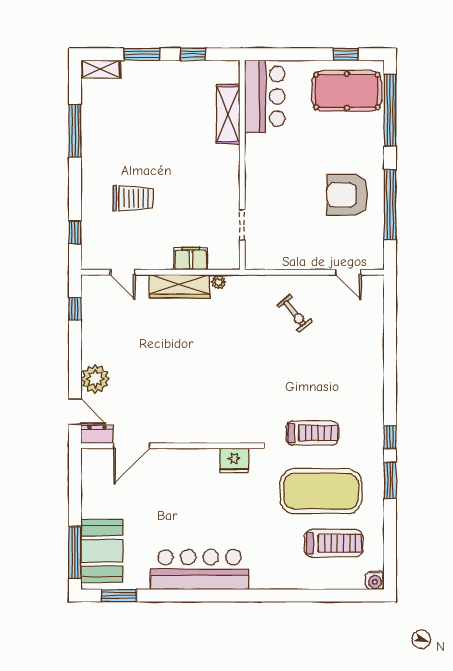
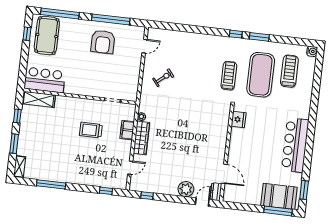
shelving: (228, 114) -> (39, 99), moved
trolley: (133, 198) -> (91, 130), moved, turned -90

